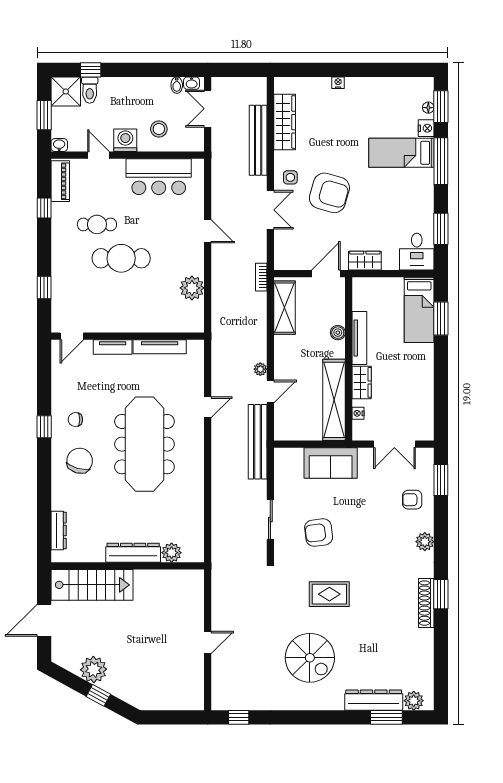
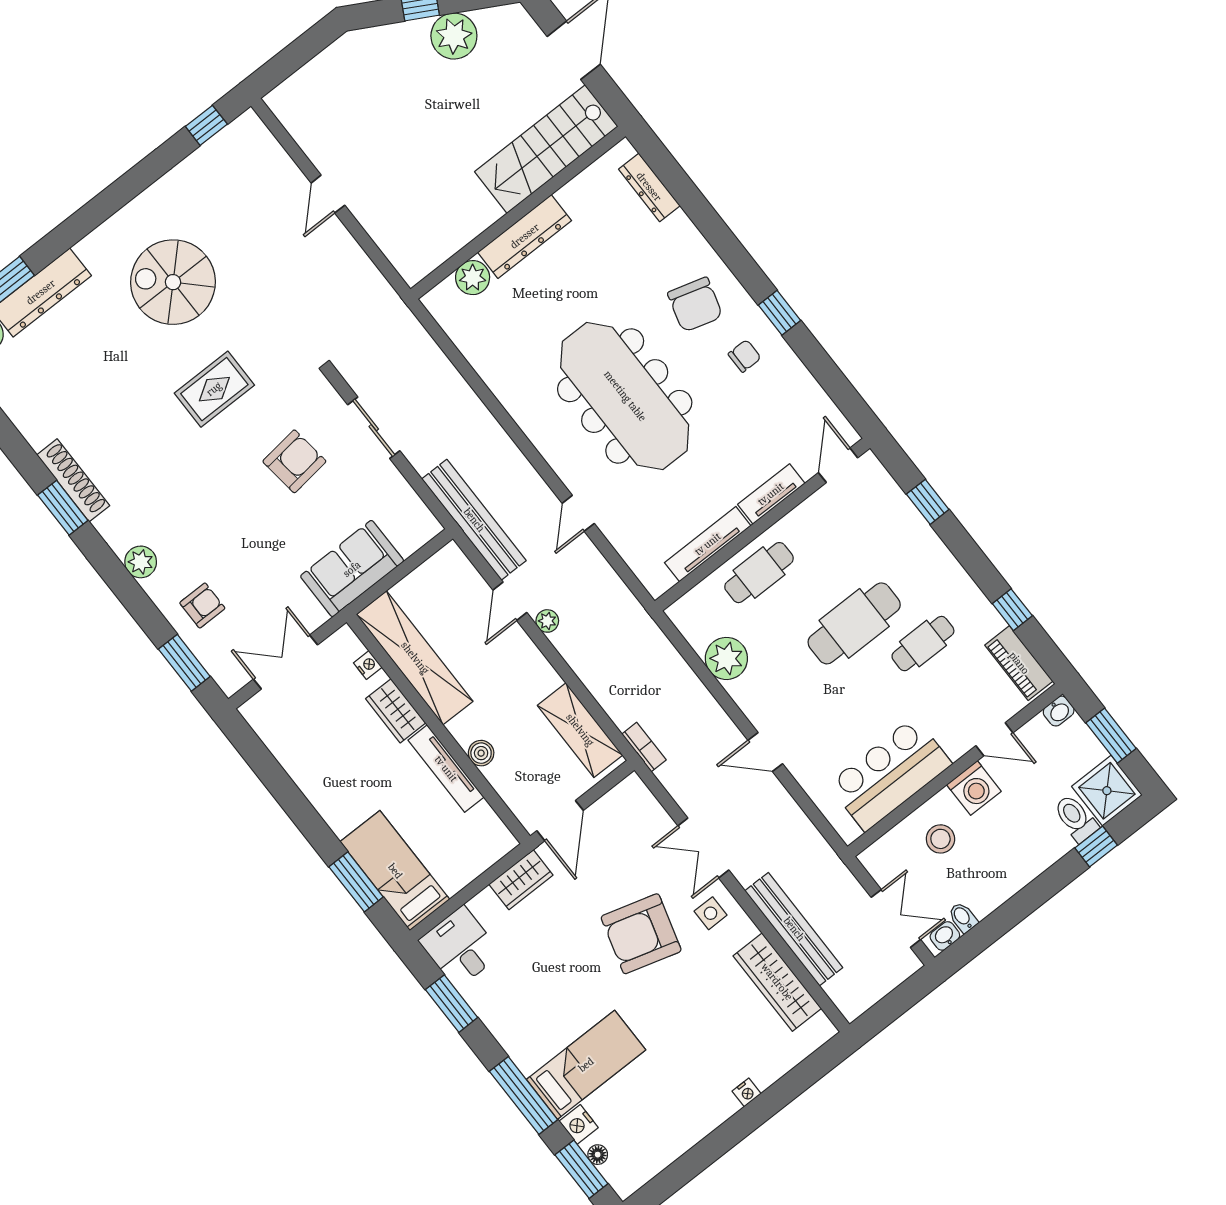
cafe table: (146, 316) -> (759, 573), added

